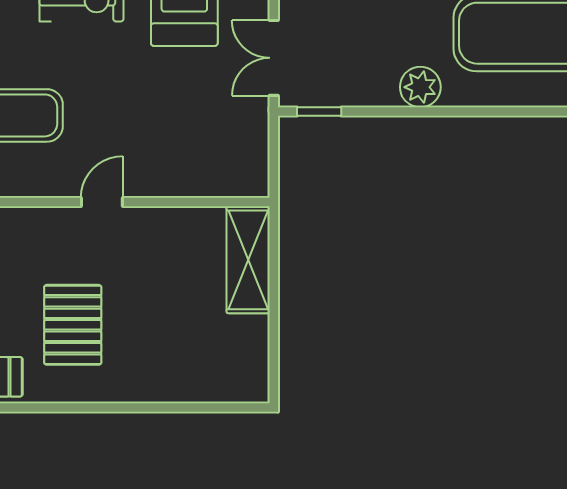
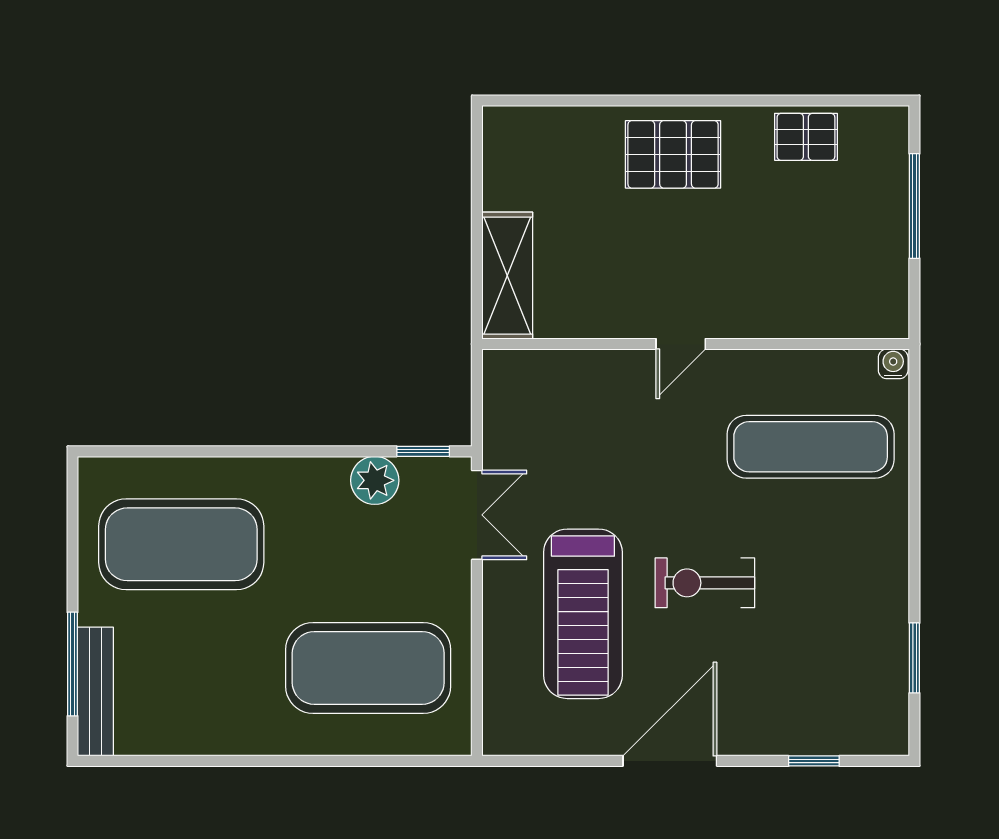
plant: (420, 87) -> (375, 480), moved
pallet: (73, 325) -> (673, 154), moved, turned 90

